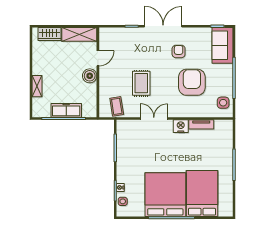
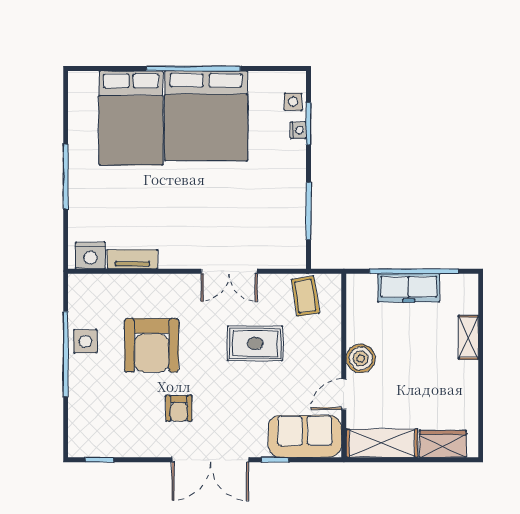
sofa: (222, 45) -> (305, 436), moved, turned -90
rug: (141, 83) -> (255, 343), turned 90
side table: (223, 103) -> (85, 341), moved
nightstand: (181, 126) -> (90, 255), moved

